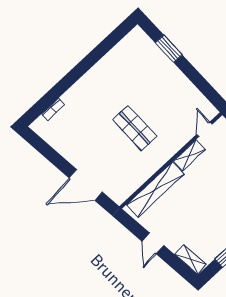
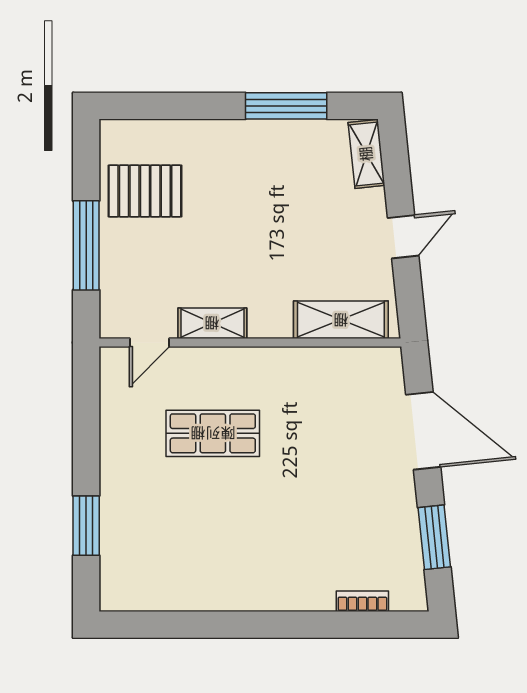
shop shelf: (135, 128) -> (213, 433), moved, turned 90
window: (49, 153) -> (434, 537), added
shelving: (155, 189) -> (341, 320), width x0.68

